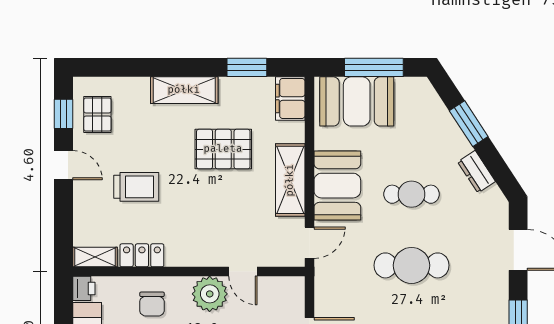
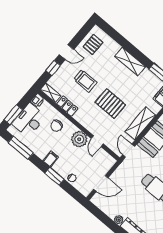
window: (64, 114) -> (53, 68), moved
pallet: (223, 149) -> (110, 104), moved
door: (64, 165) -> (67, 52), hinge flipped
door: (309, 243) -> (129, 151), swing flipped

